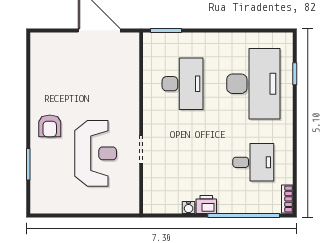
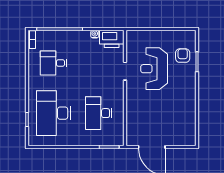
armchair: (50, 126) -> (183, 56), moved
printer: (206, 205) -> (112, 39), moved, width x1.87, depth x1.48

